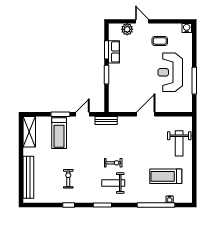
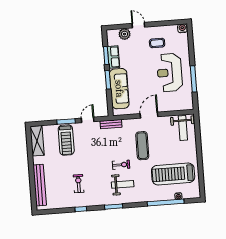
sofa: (117, 85) -> (119, 89), added
weight bench: (179, 143) -> (183, 128), moved
exercise mat: (137, 145) -> (142, 146), added
treadmill: (166, 176) -> (173, 174), width x1.37, depth x1.38
weight bench: (113, 183) -> (123, 184), turned 180

